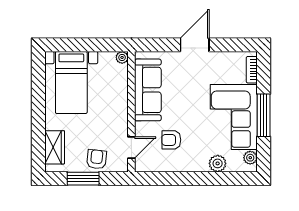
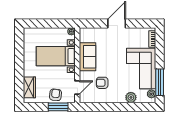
bed with nightstands: (71, 82) -> (56, 56), moved, turned 90
sofa: (148, 90) -> (87, 57), width x0.73
window: (264, 115) -> (160, 82), moved
window: (83, 179) -> (58, 107), moved

